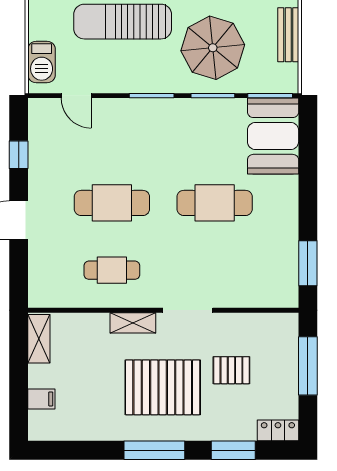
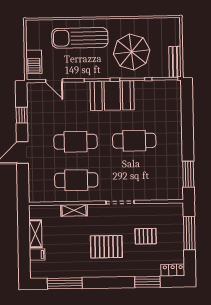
bench: (288, 35) -> (175, 62), moved
booth: (273, 136) -> (112, 96), moved, turned 90
cafe table: (112, 270) -> (76, 180), width x1.37, depth x1.35
shelving: (133, 323) -> (74, 210), moved
shelving: (39, 339) -> (35, 234), moved
pallet: (163, 387) -> (106, 247), width x0.73, depth x0.71
window: (154, 450) -> (65, 283), moved

